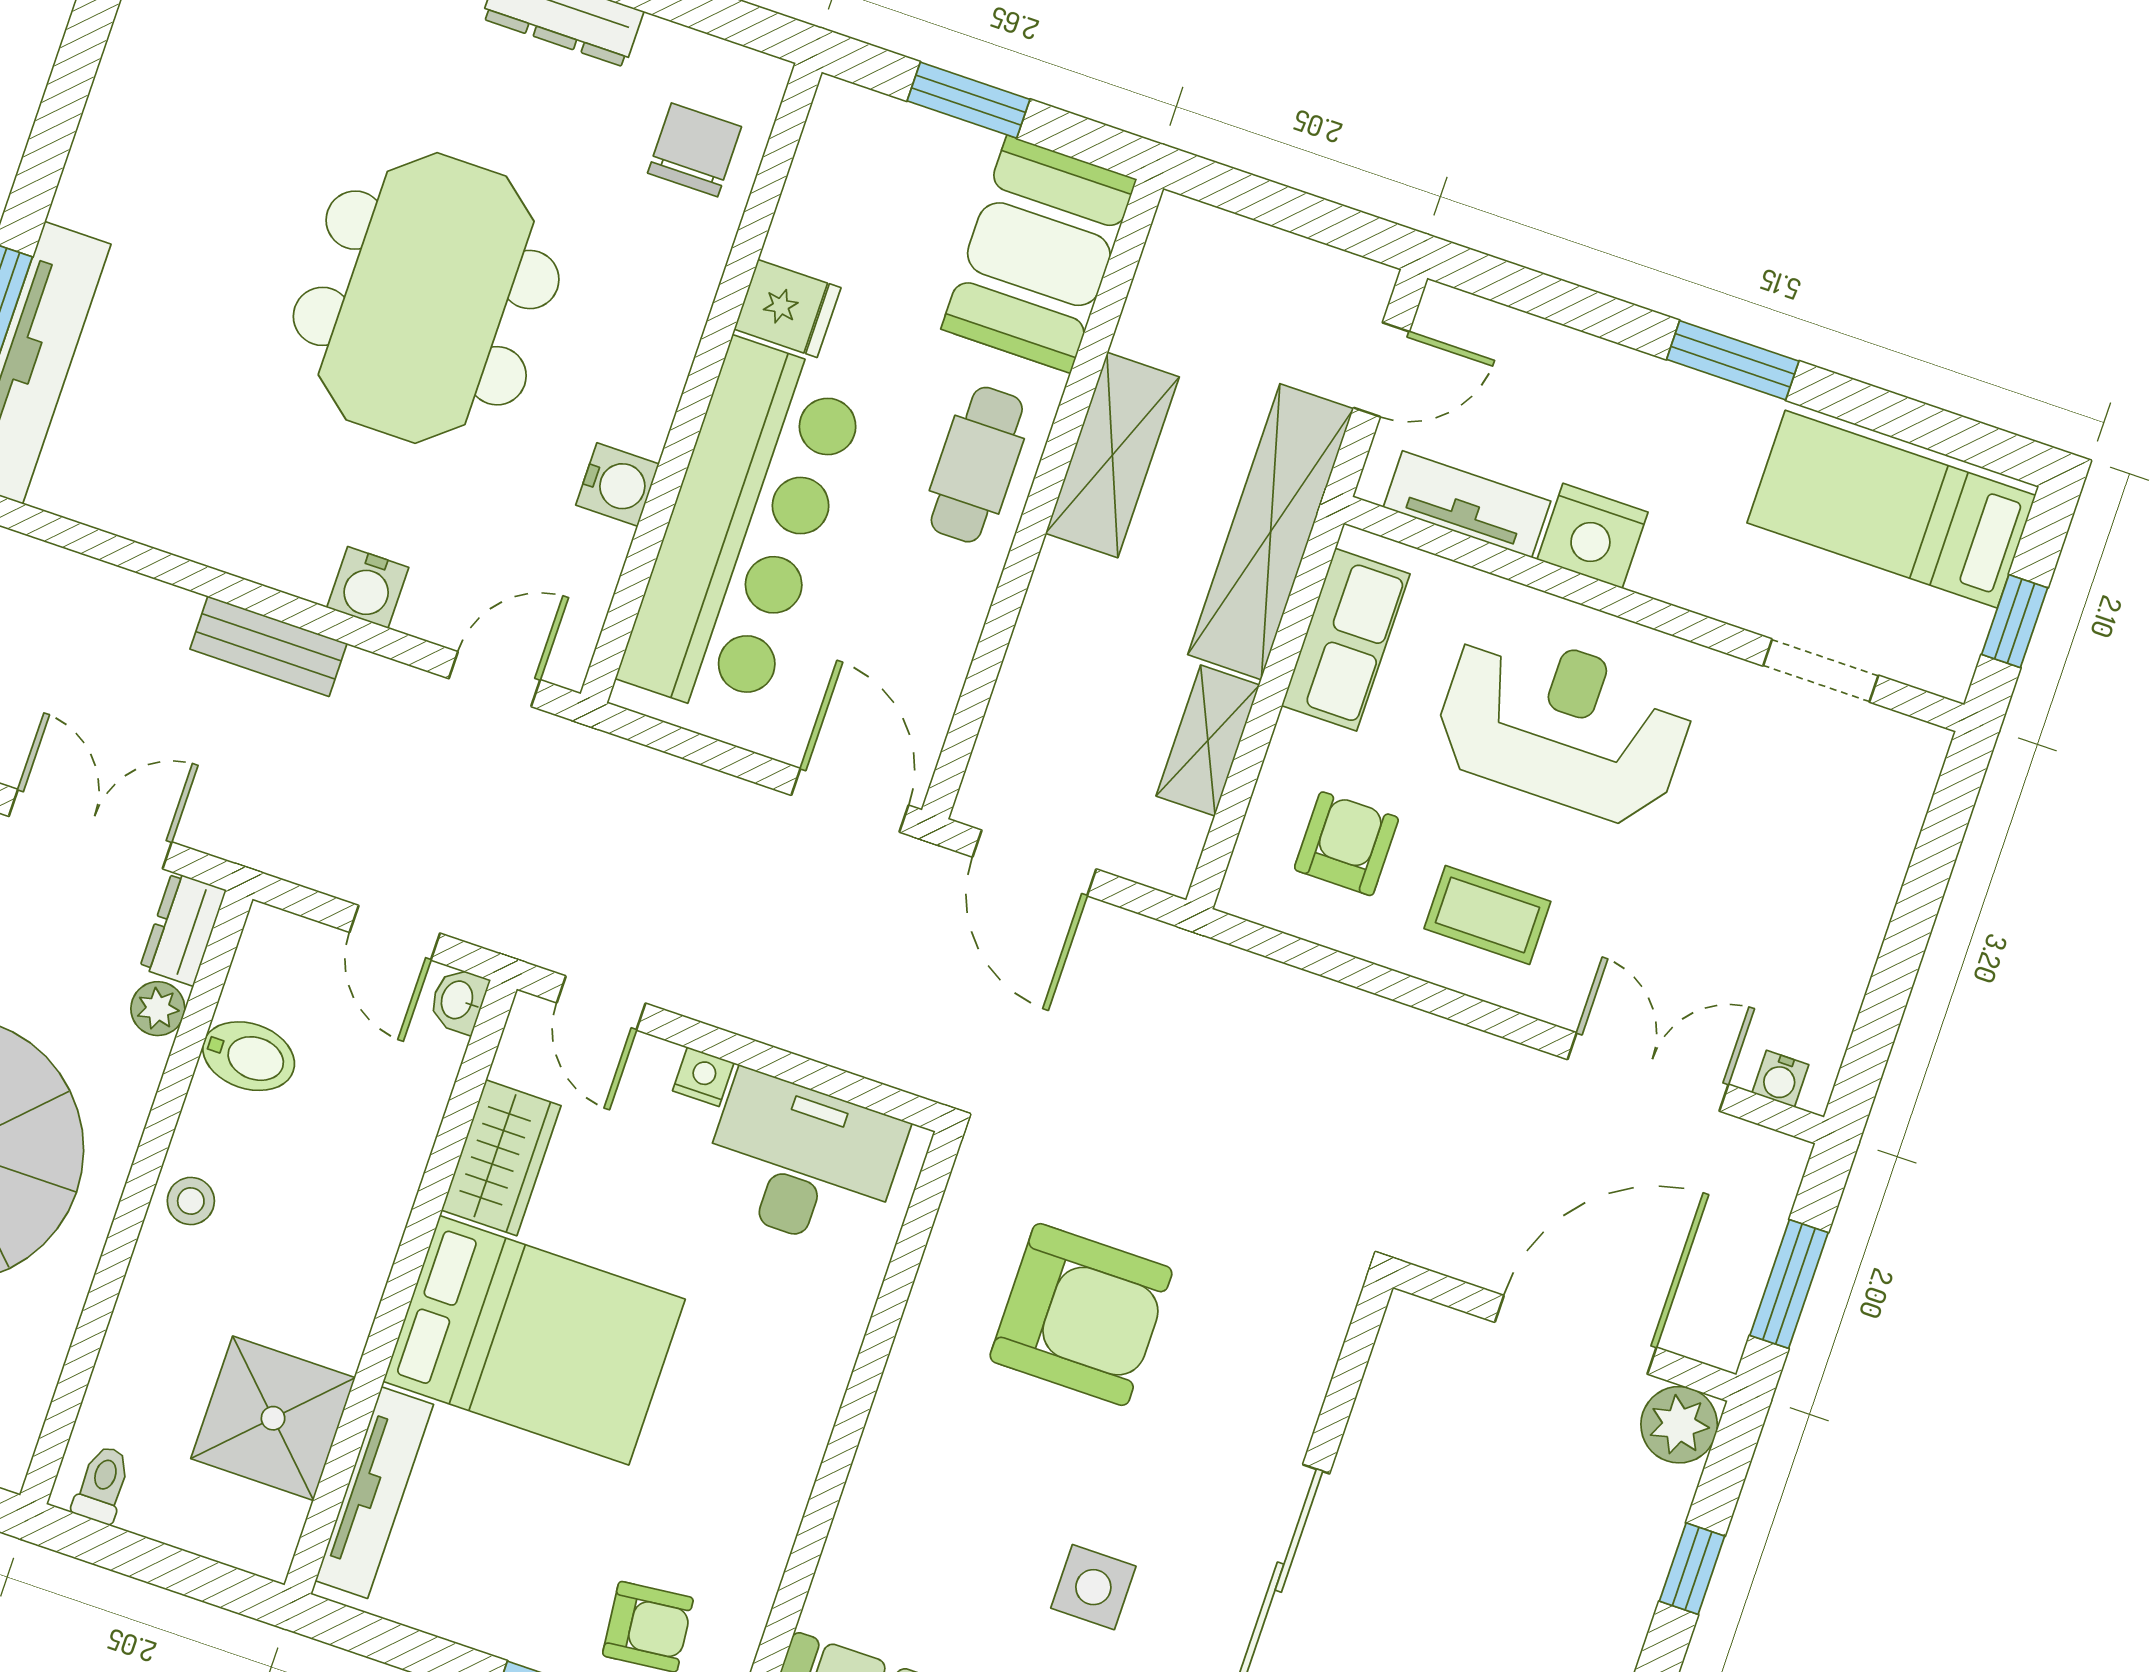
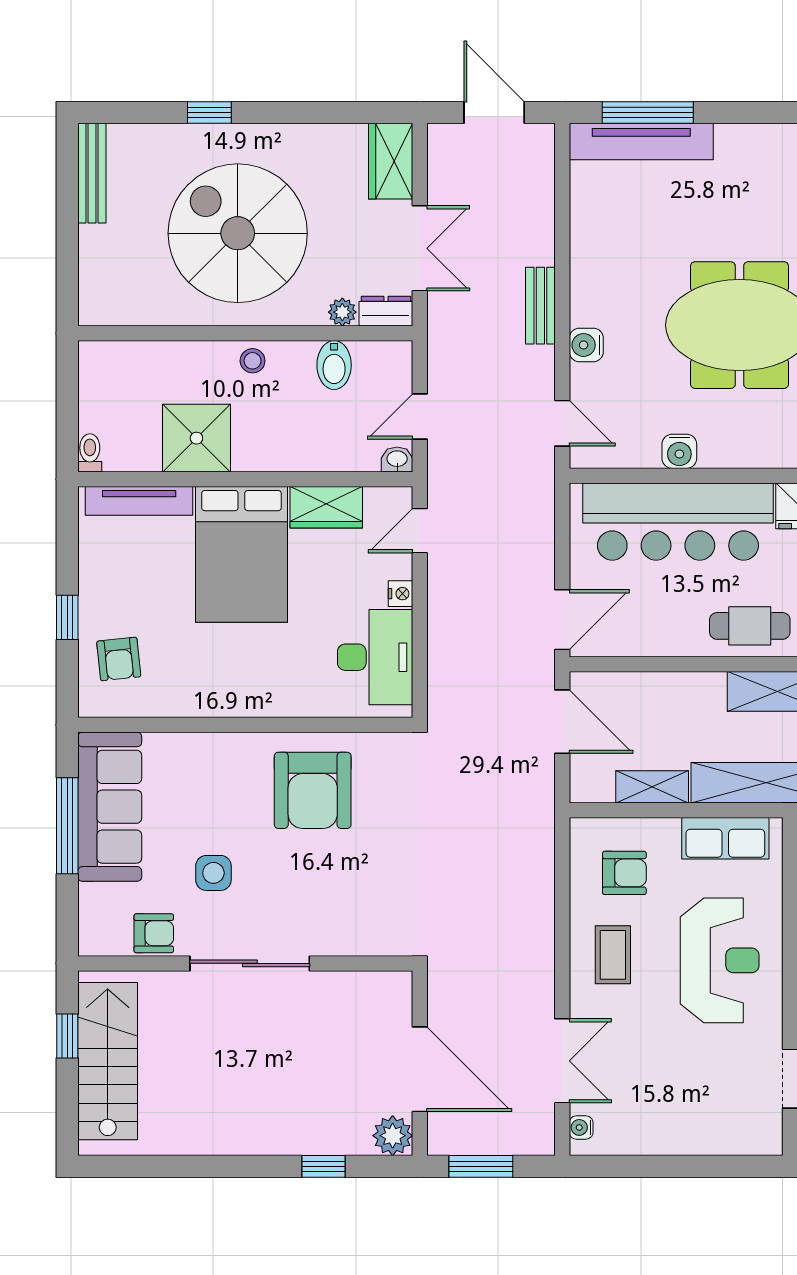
door: (1034, 863) -> (562, 722), swing flipped
armchair: (1081, 1314) -> (313, 790), moved
shower: (273, 1418) -> (196, 438), moved
toilet: (102, 1484) -> (90, 453), moved, turned -90

